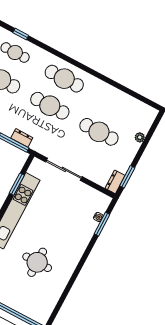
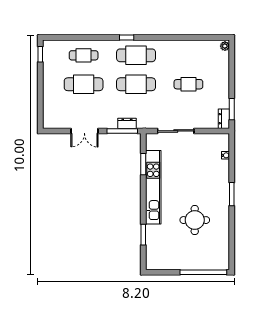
window: (21, 34) -> (127, 38), moved
cafe table: (99, 132) -> (188, 84), width x0.73, depth x0.74
plant: (140, 137) -> (225, 46), moved
window: (102, 224) -> (232, 194), moved

